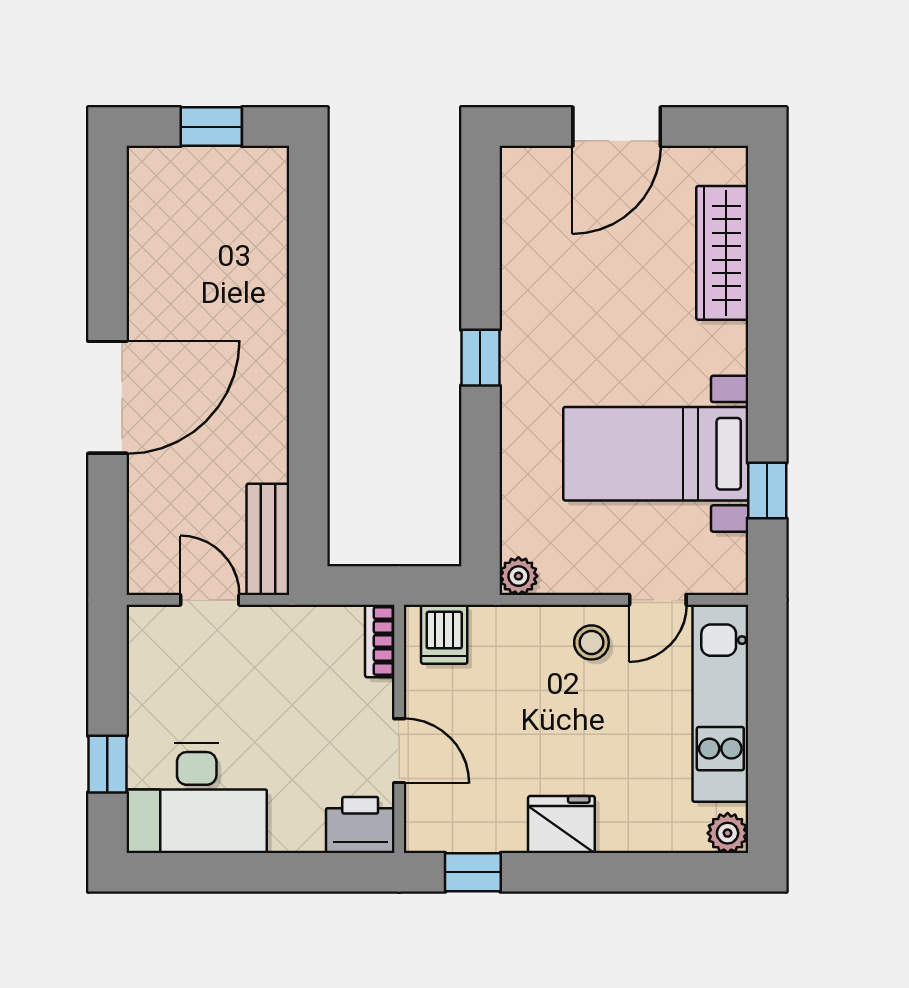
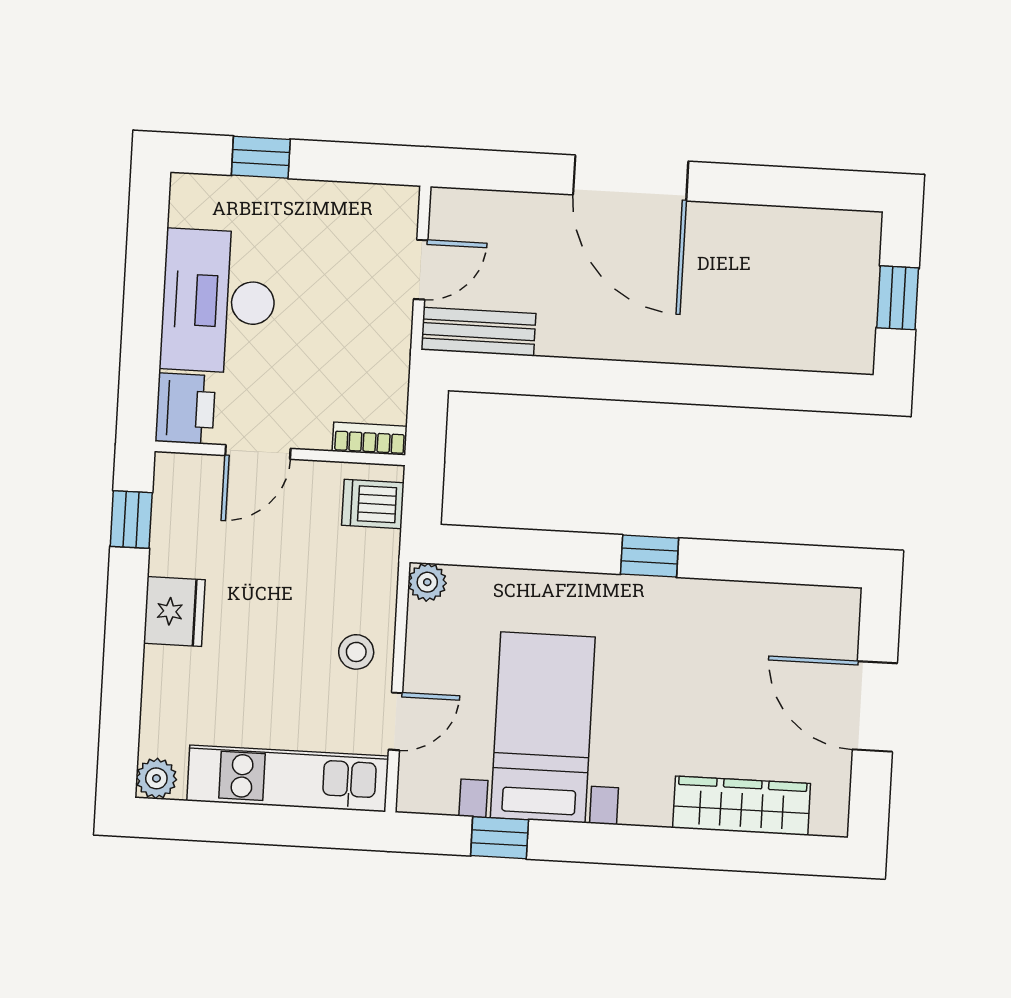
door: (658, 600) -> (395, 721), swing flipped
desk: (197, 798) -> (218, 301), moved

